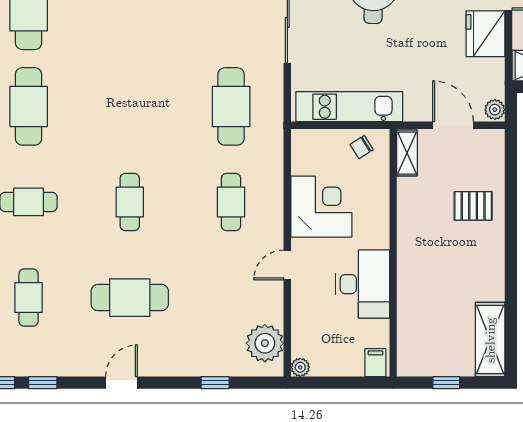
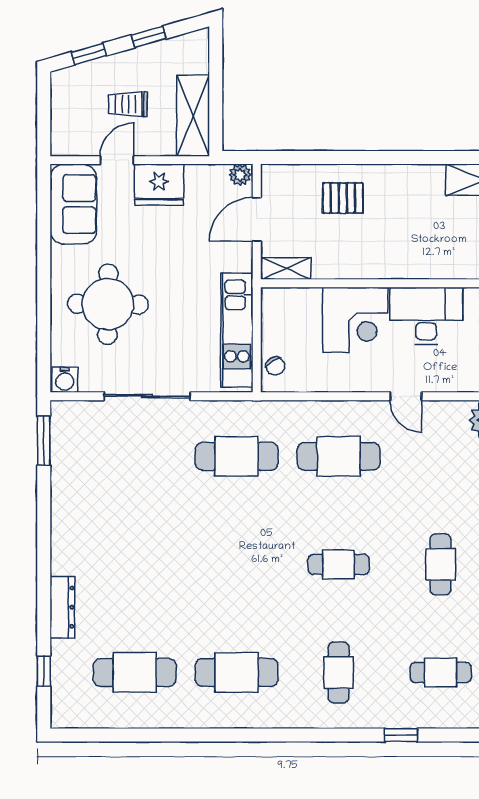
chair: (362, 147) -> (275, 366), moved
cafe table: (231, 202) -> (339, 456), width x1.37, depth x1.35
pallet: (473, 206) -> (343, 198), turned 90
corner desk: (321, 207) -> (355, 320), moved, turned 180
cafe table: (130, 298) -> (441, 564), width x0.73, depth x0.74

